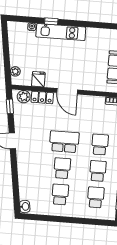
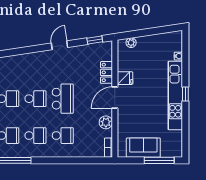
window: (51, 21) -> (185, 94), moved
kitchen unit: (61, 32) -> (175, 95), width x1.36
fridge: (38, 79) -> (125, 78), moved
plant: (24, 97) -> (106, 122), moved

